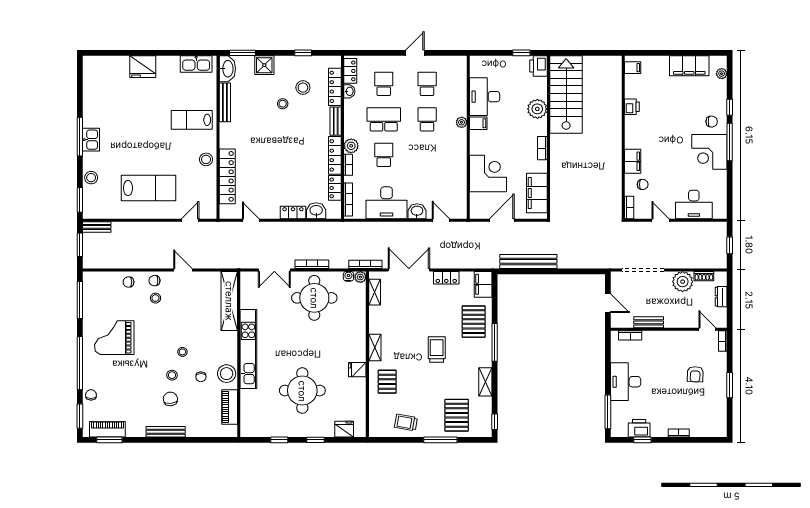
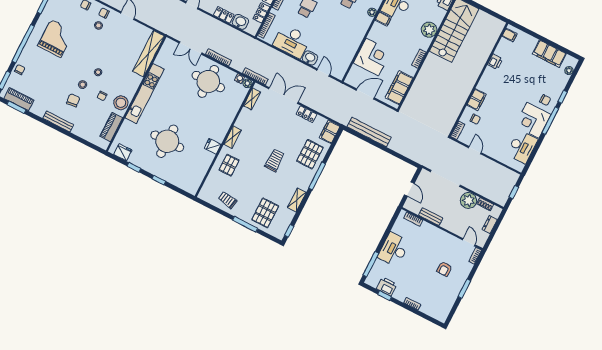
desk: (694, 204) -> (522, 147), moved, turned -90
grand piano: (114, 338) -> (56, 38), turned 90
fridge: (344, 429) -> (123, 152), moved

